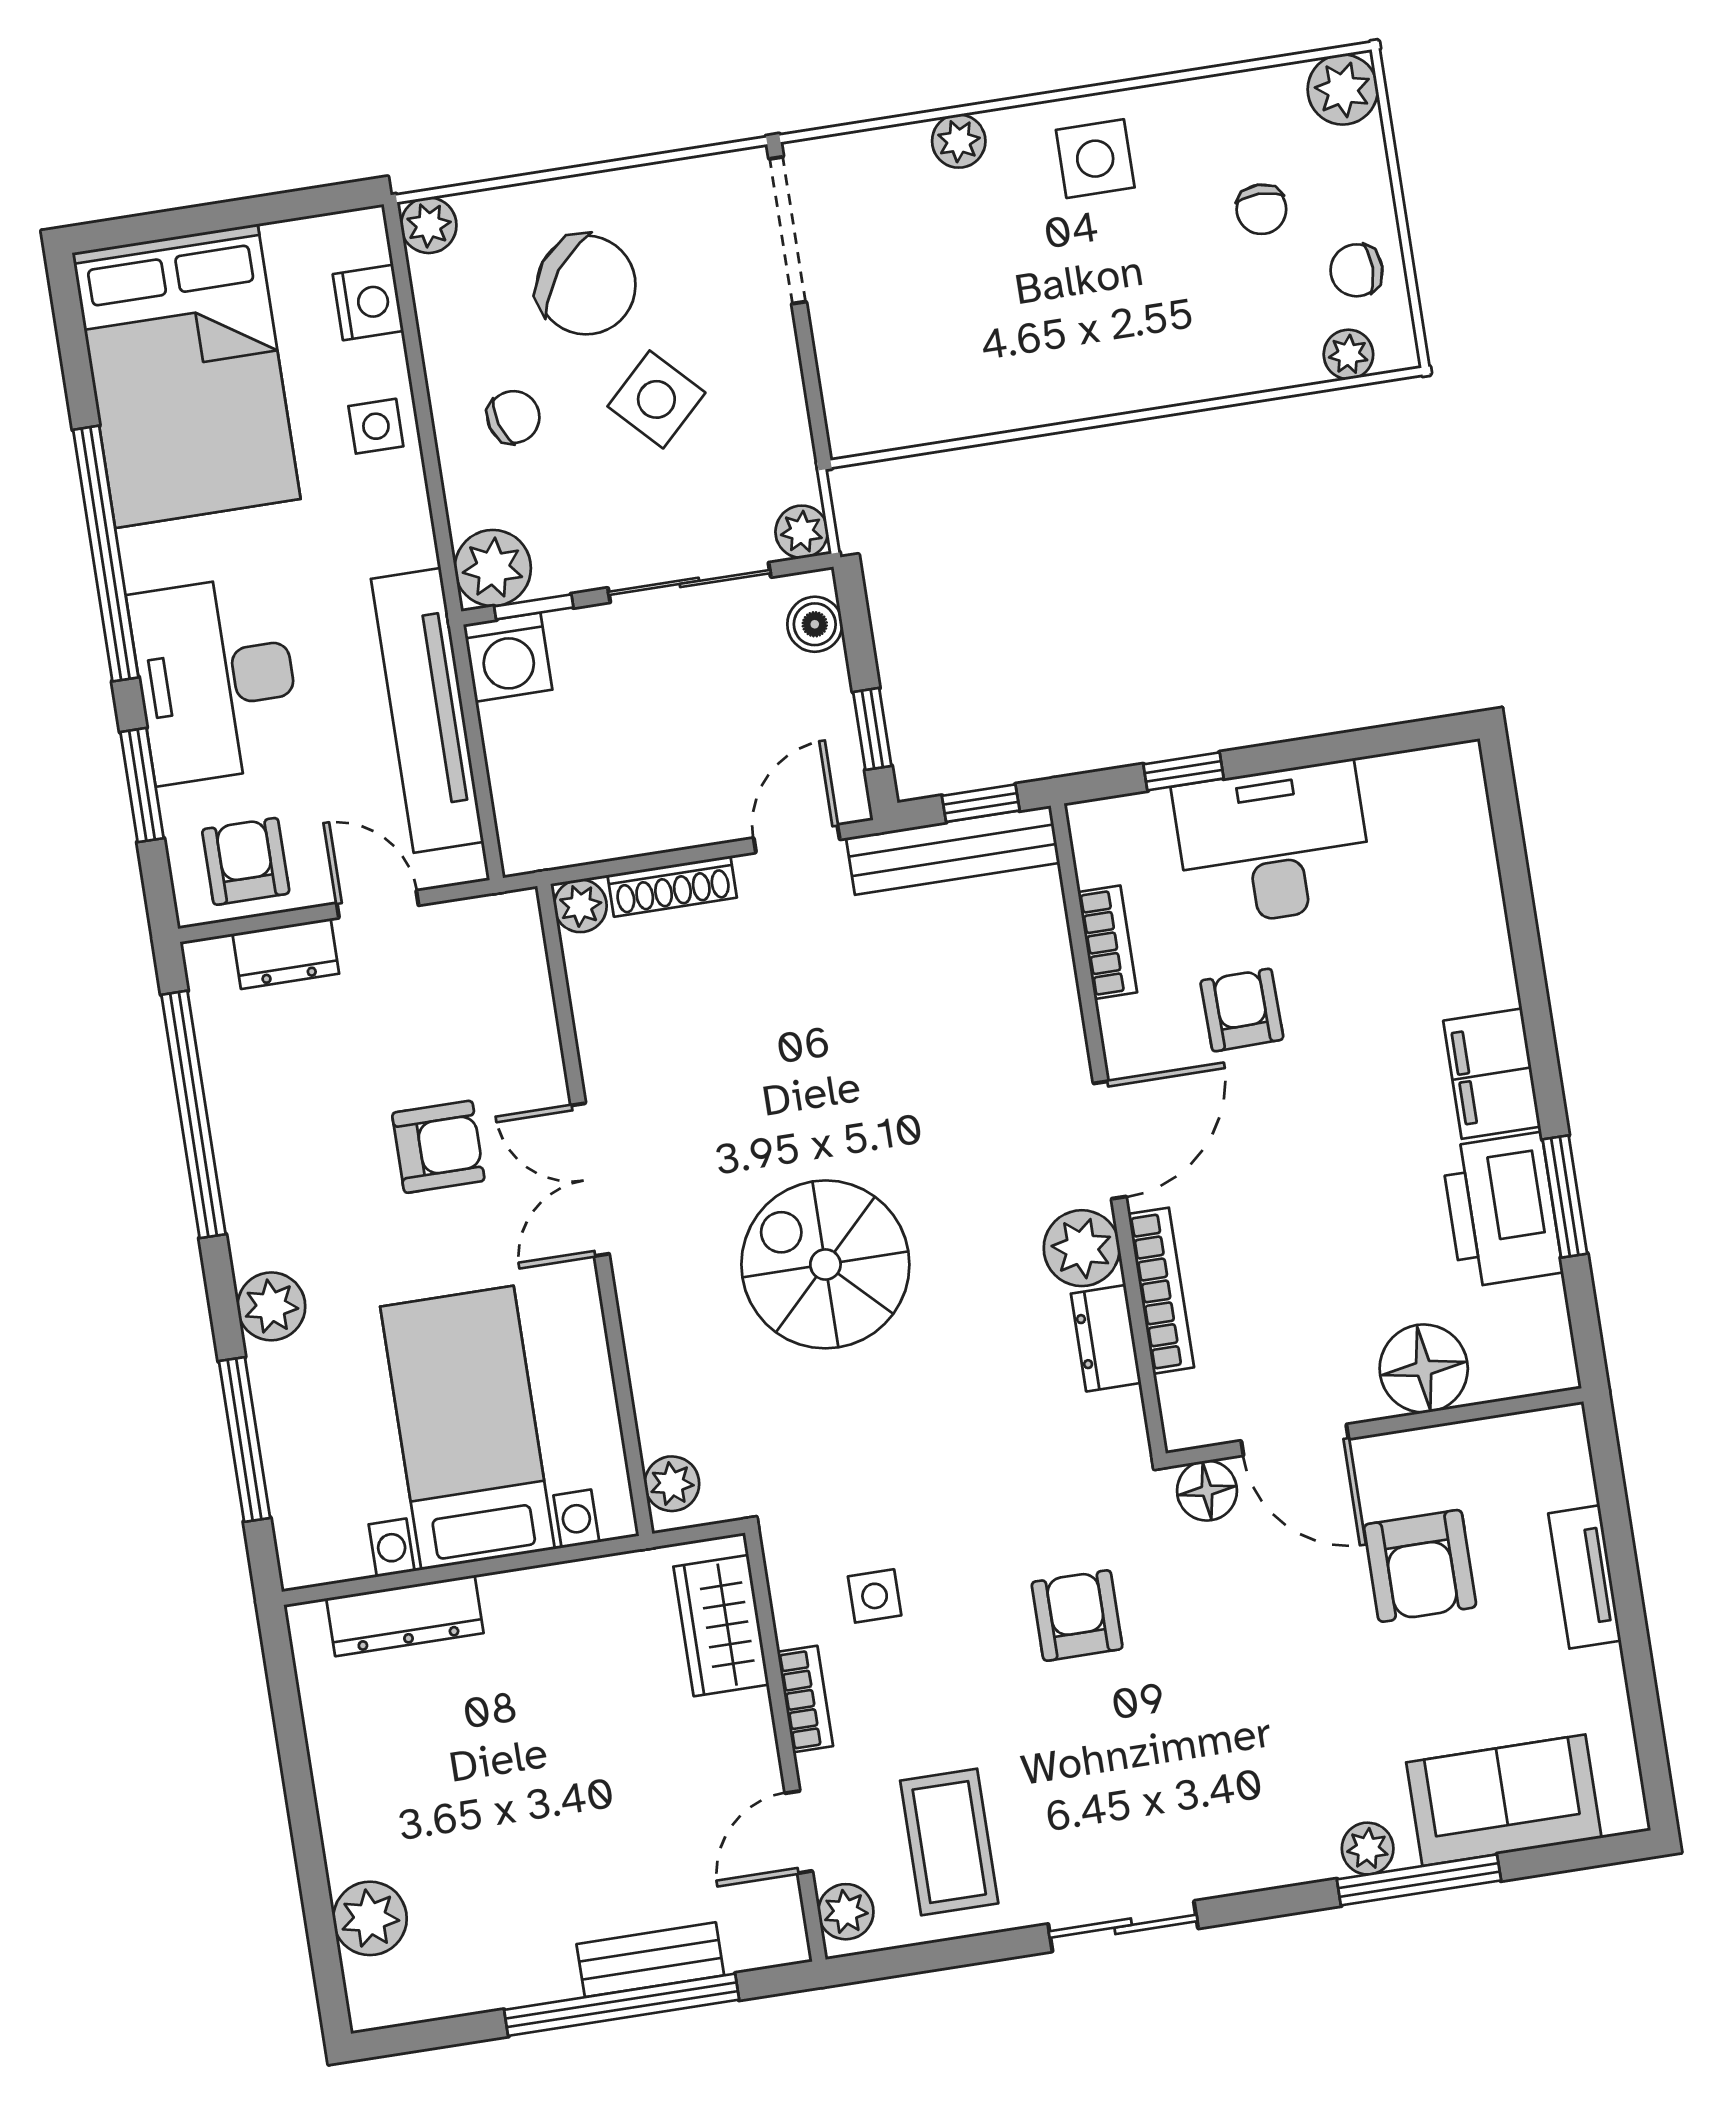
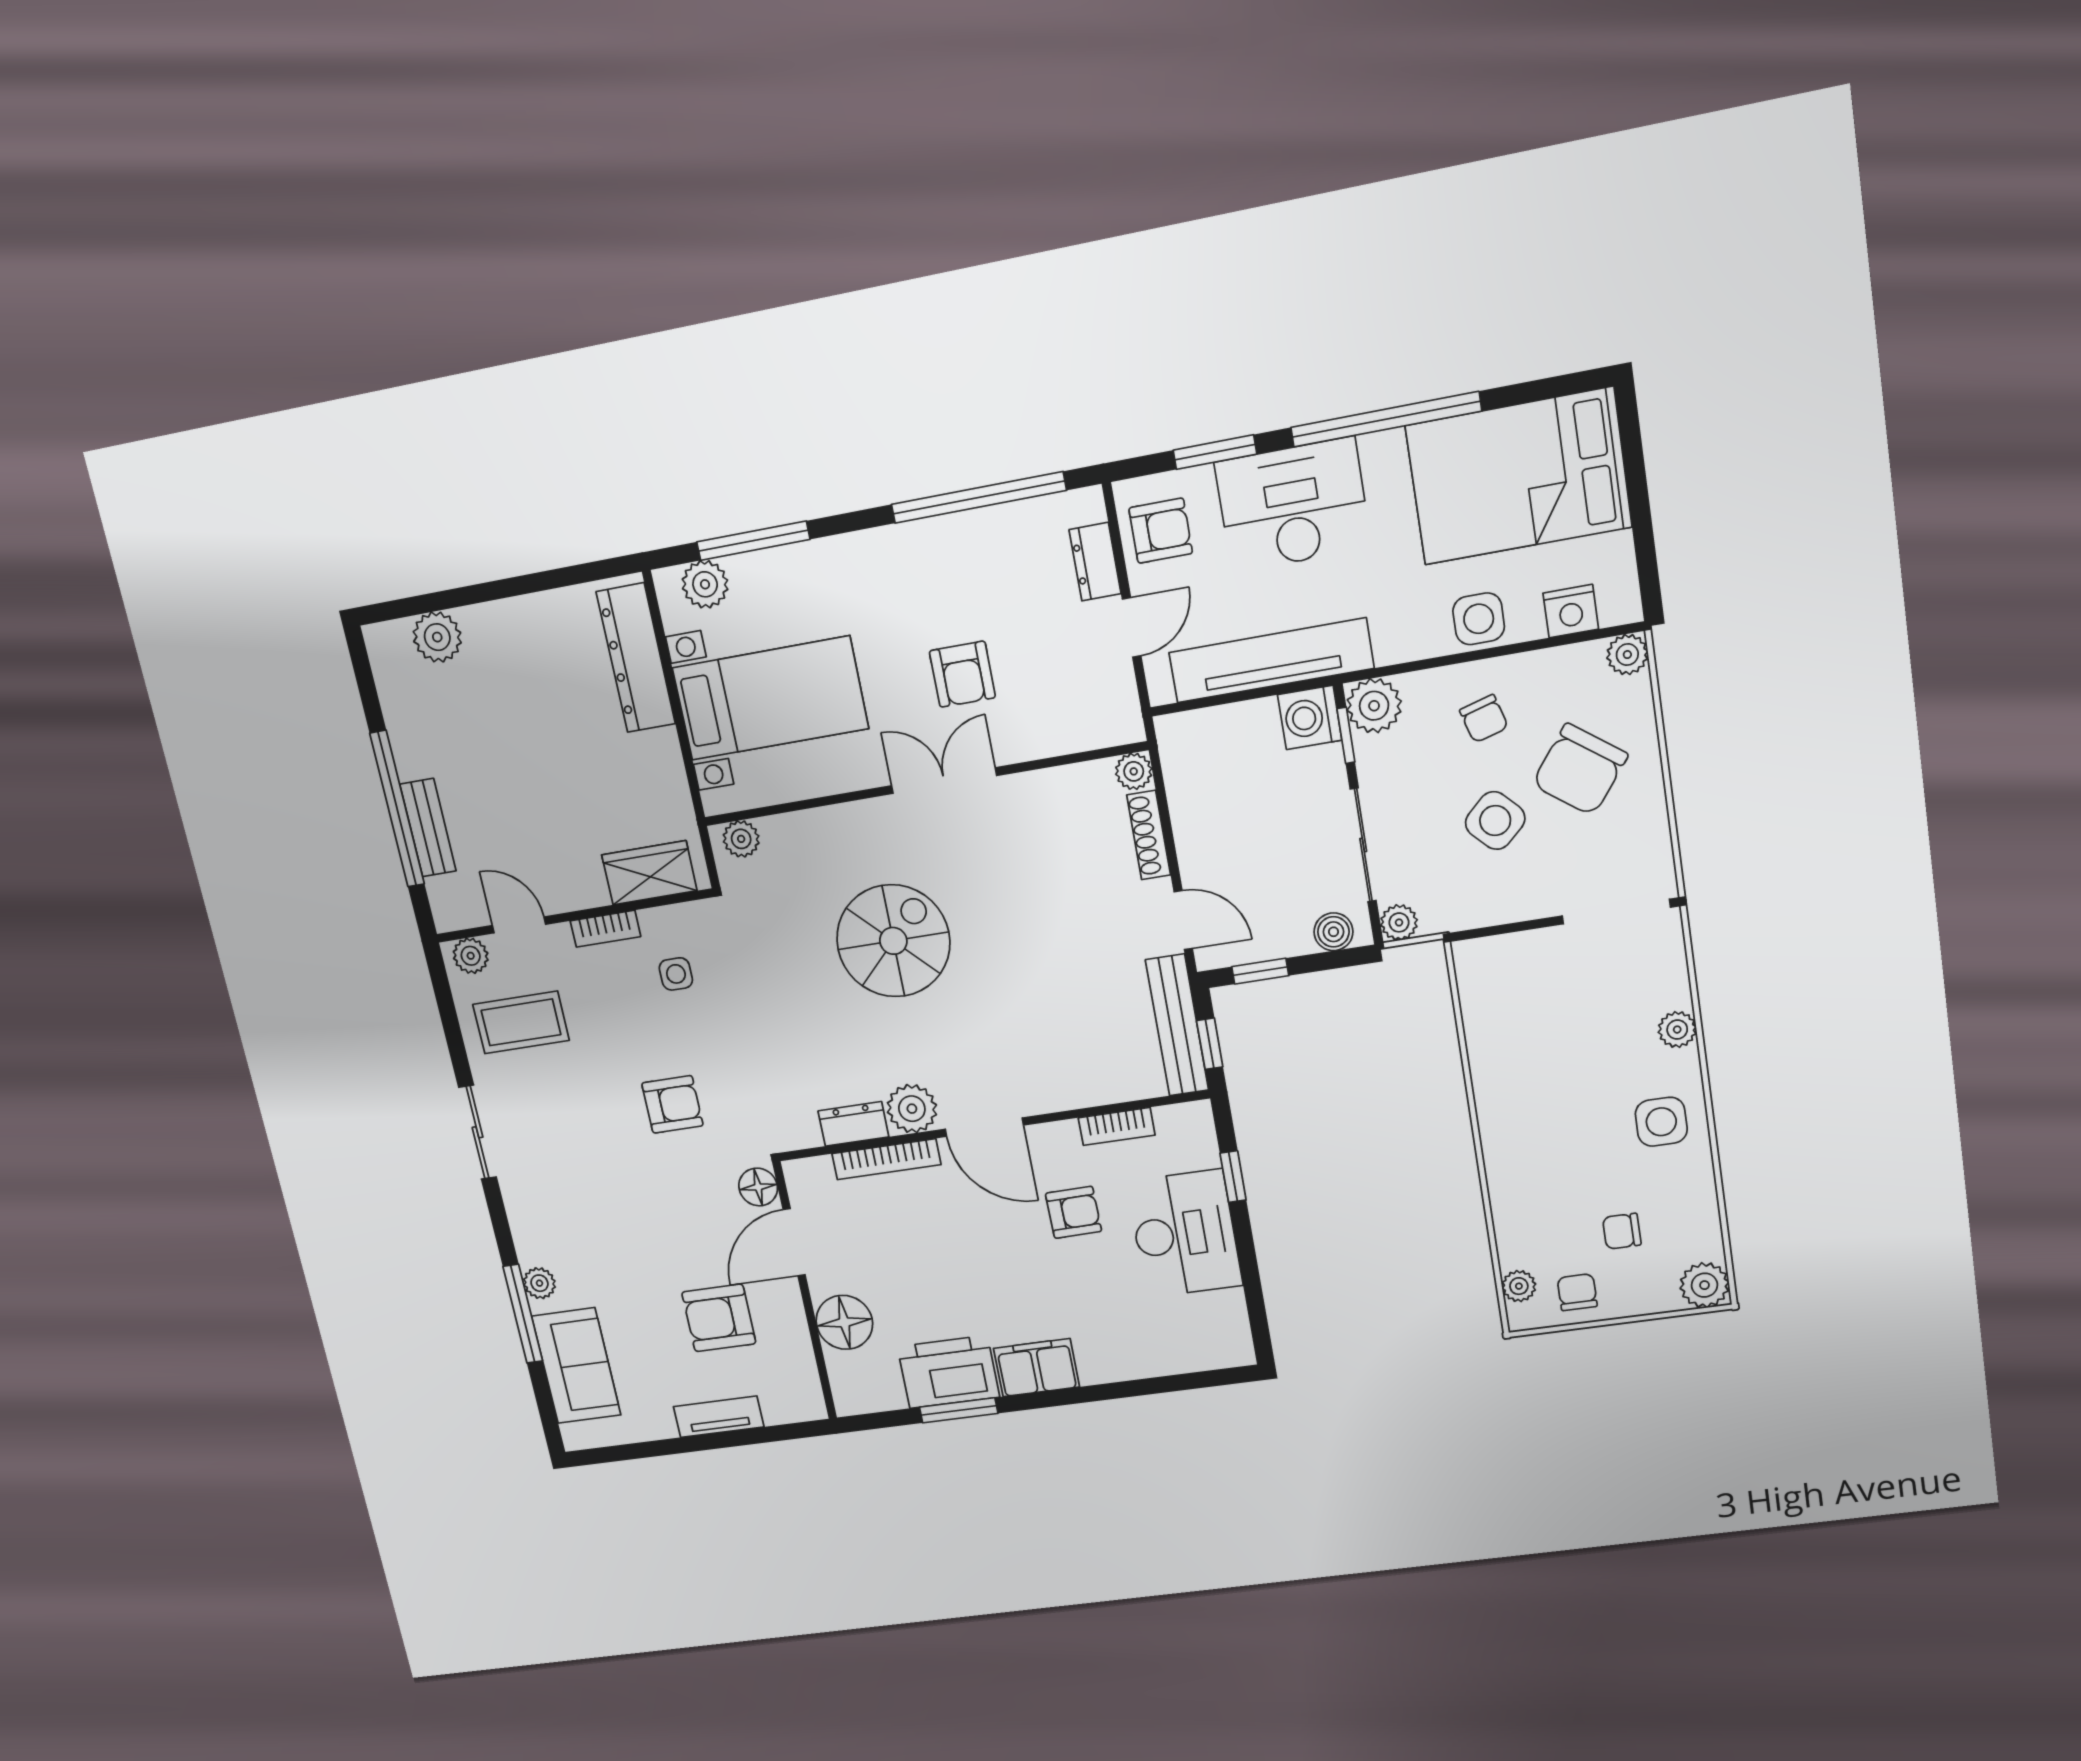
side table: (376, 426) -> (1479, 619), width x1.37, depth x1.37
plant: (271, 1306) -> (705, 584), moved
dresser: (405, 1616) -> (636, 658), width x1.37, depth x1.24

